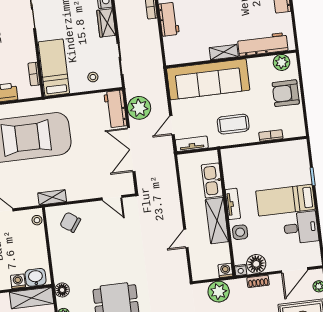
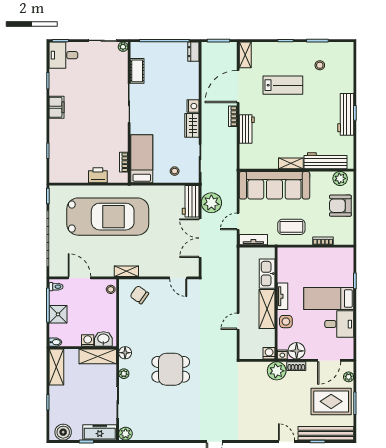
plant: (219, 292) -> (277, 371), moved

